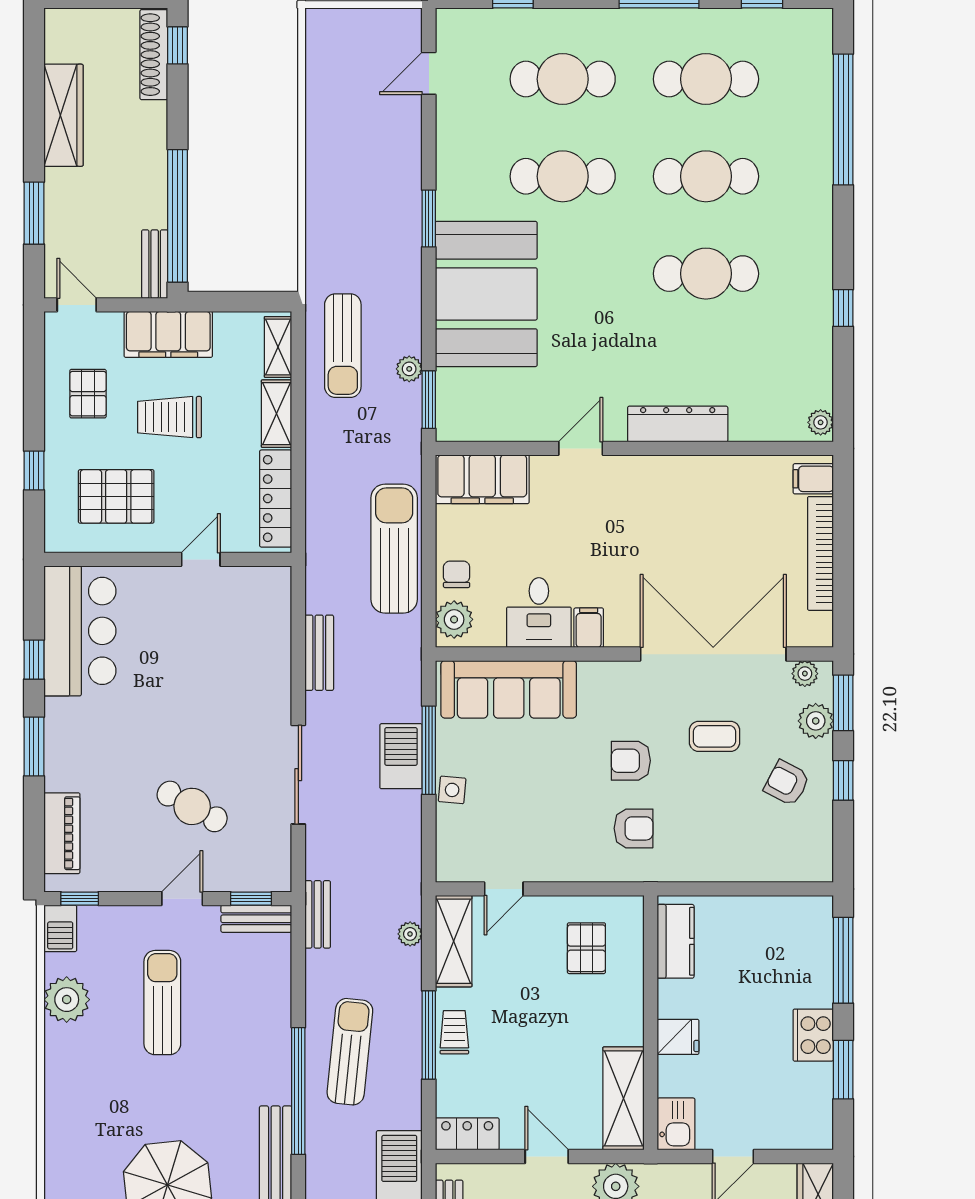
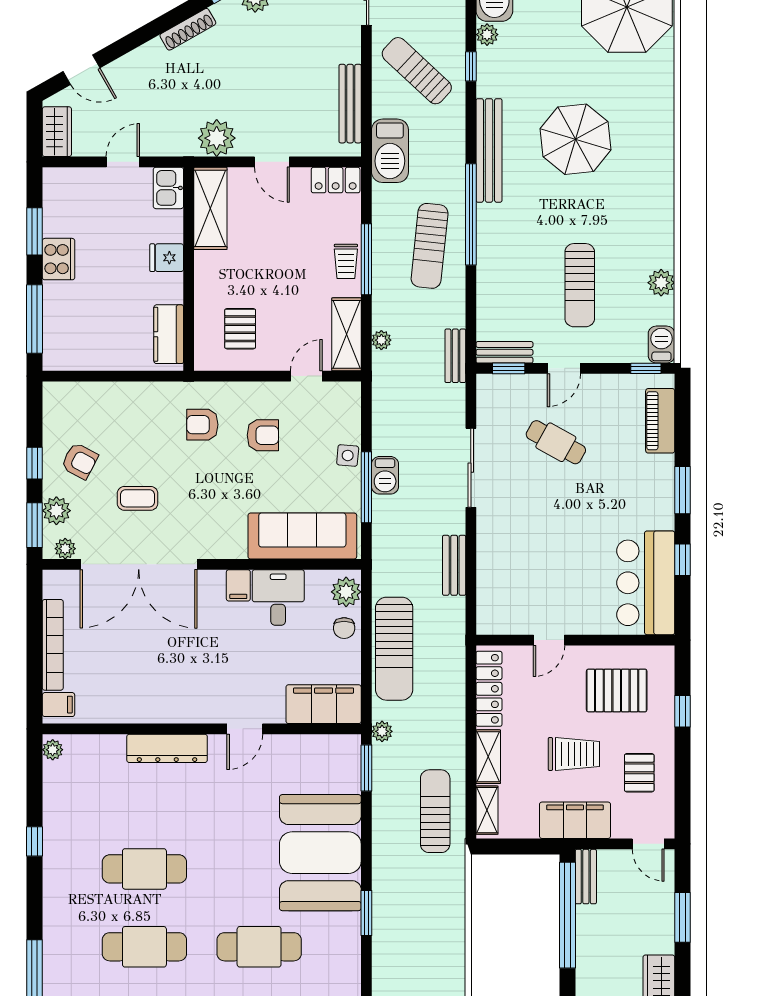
plant: (409, 369) -> (382, 731), moved
barbecue: (401, 756) -> (385, 475), width x0.73, depth x0.79
armchair: (631, 761) -> (263, 435), moved
plant: (67, 1000) -> (661, 283), width x0.73, depth x0.73

